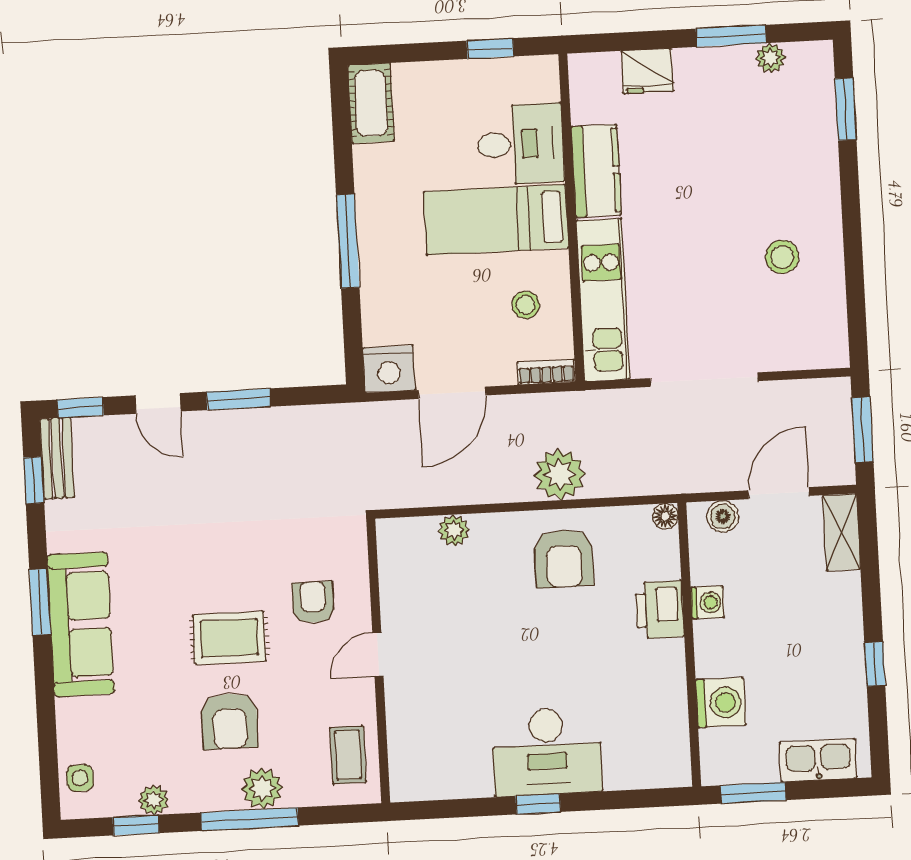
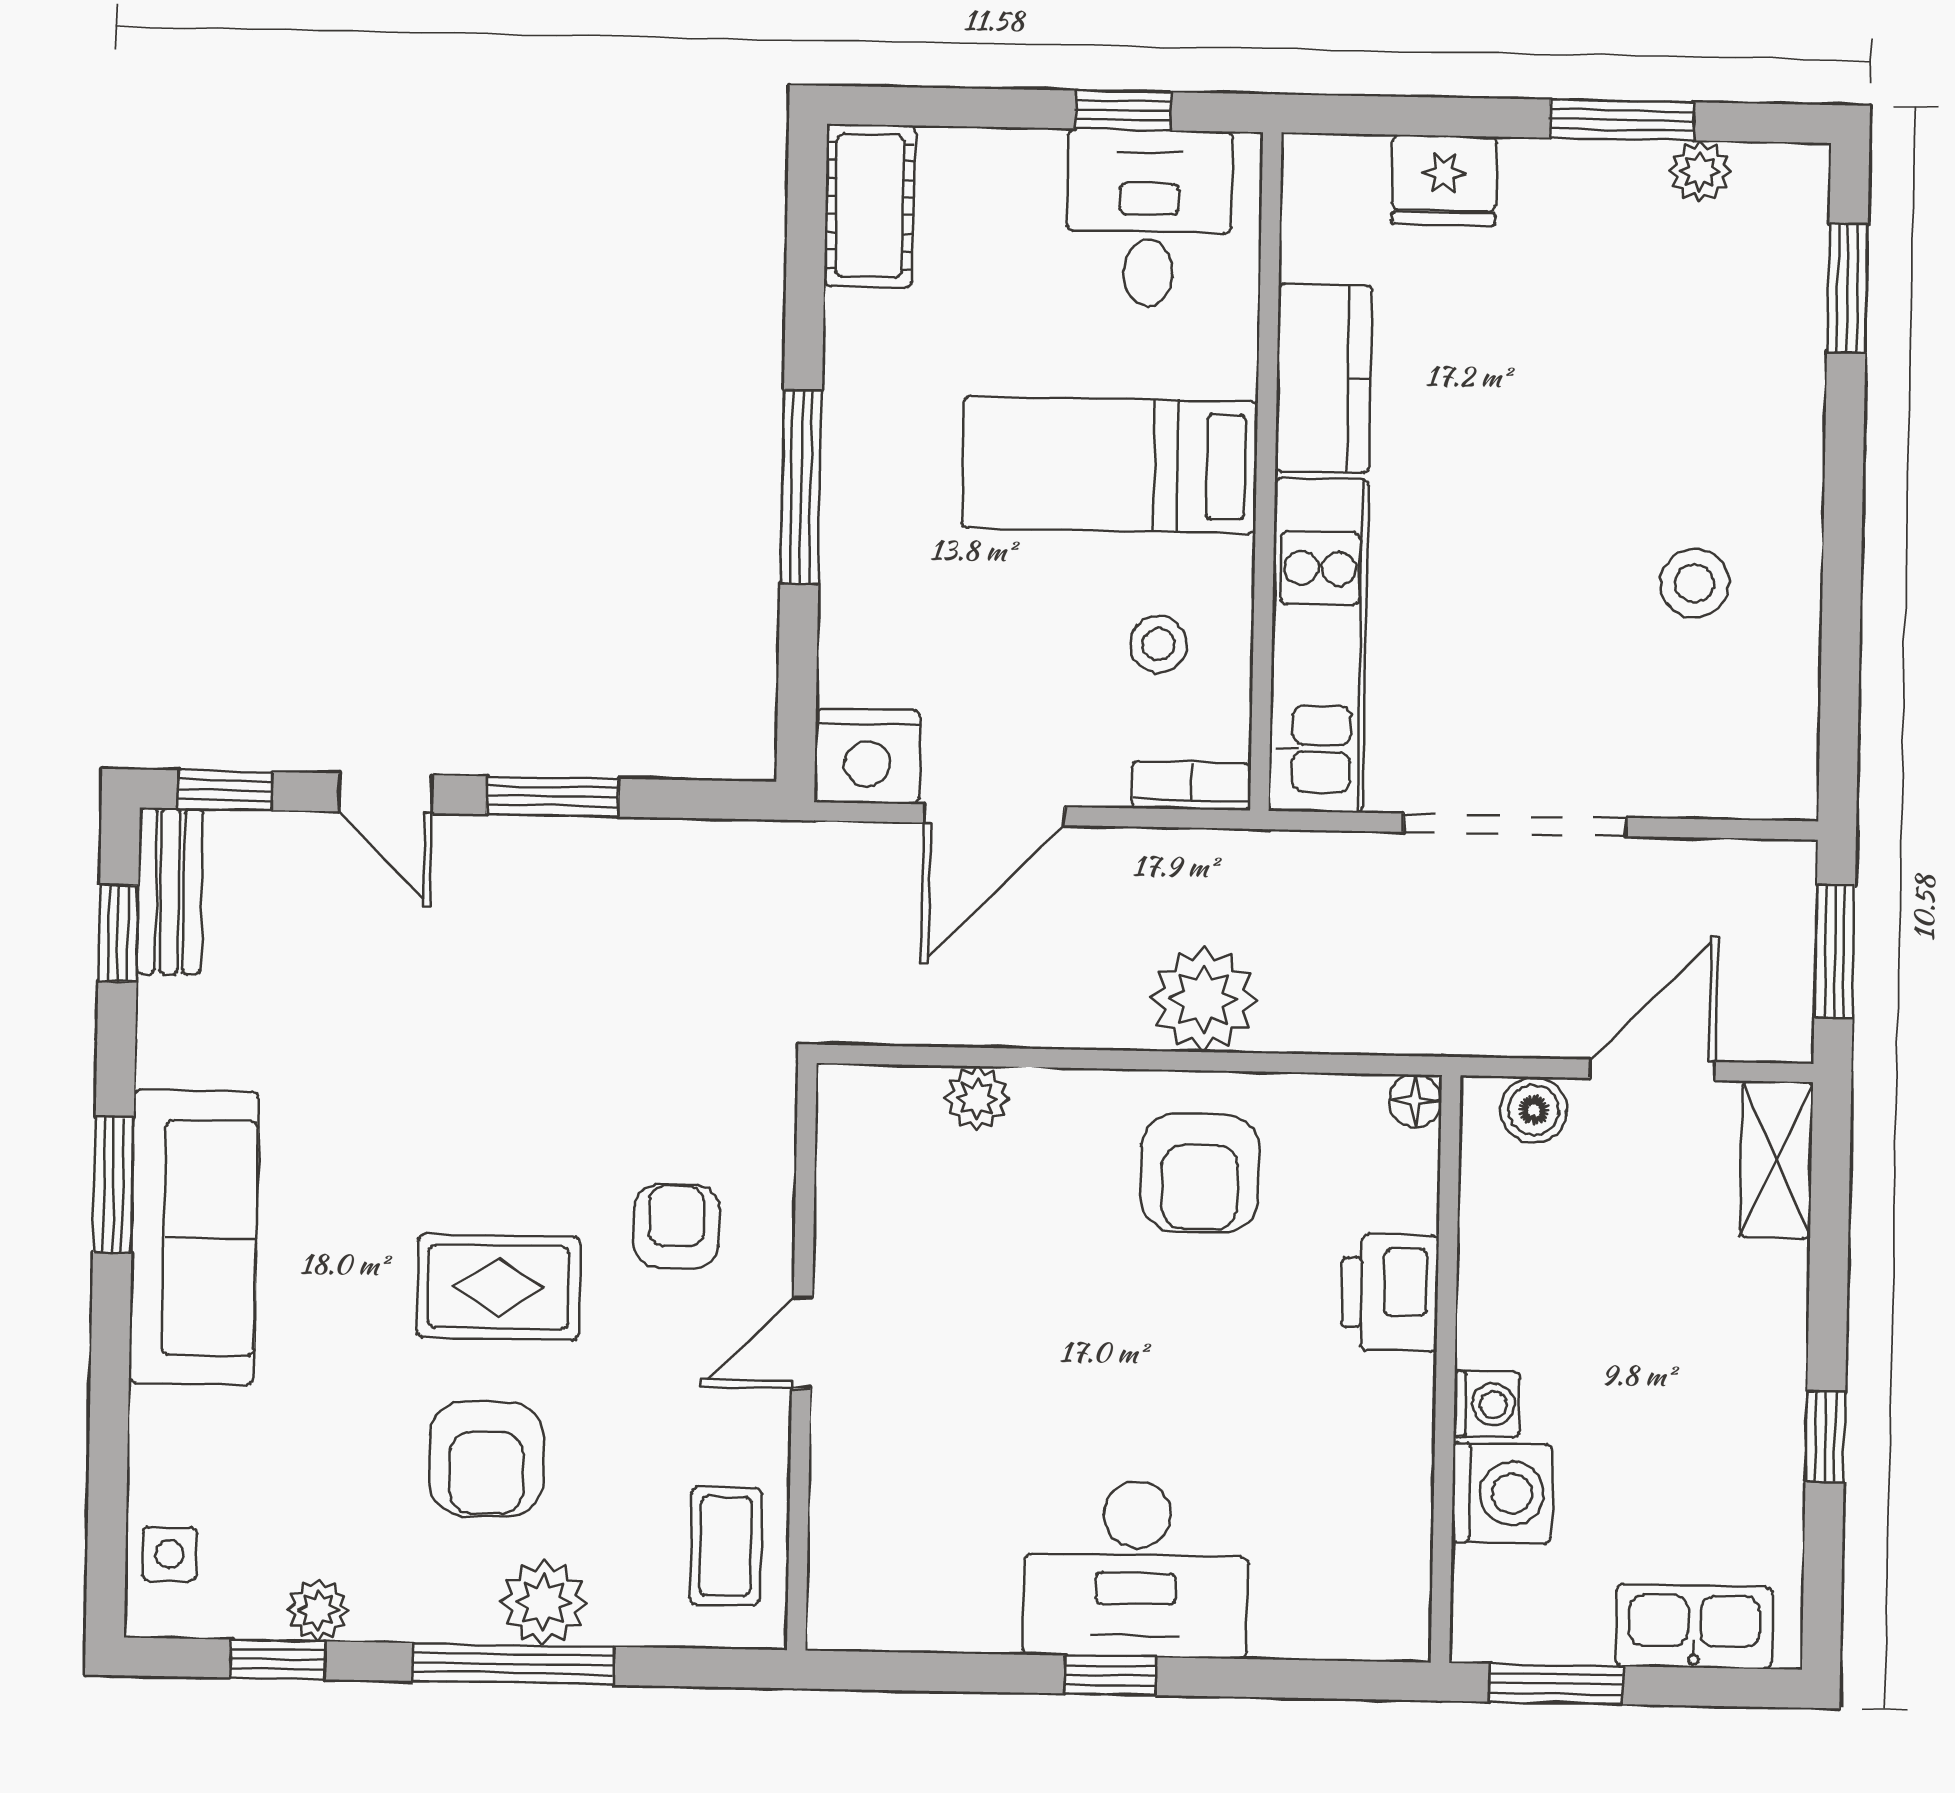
desk: (520, 144) -> (1149, 218), moved, turned -90
washing machine: (707, 602) -> (1487, 1404), moved

